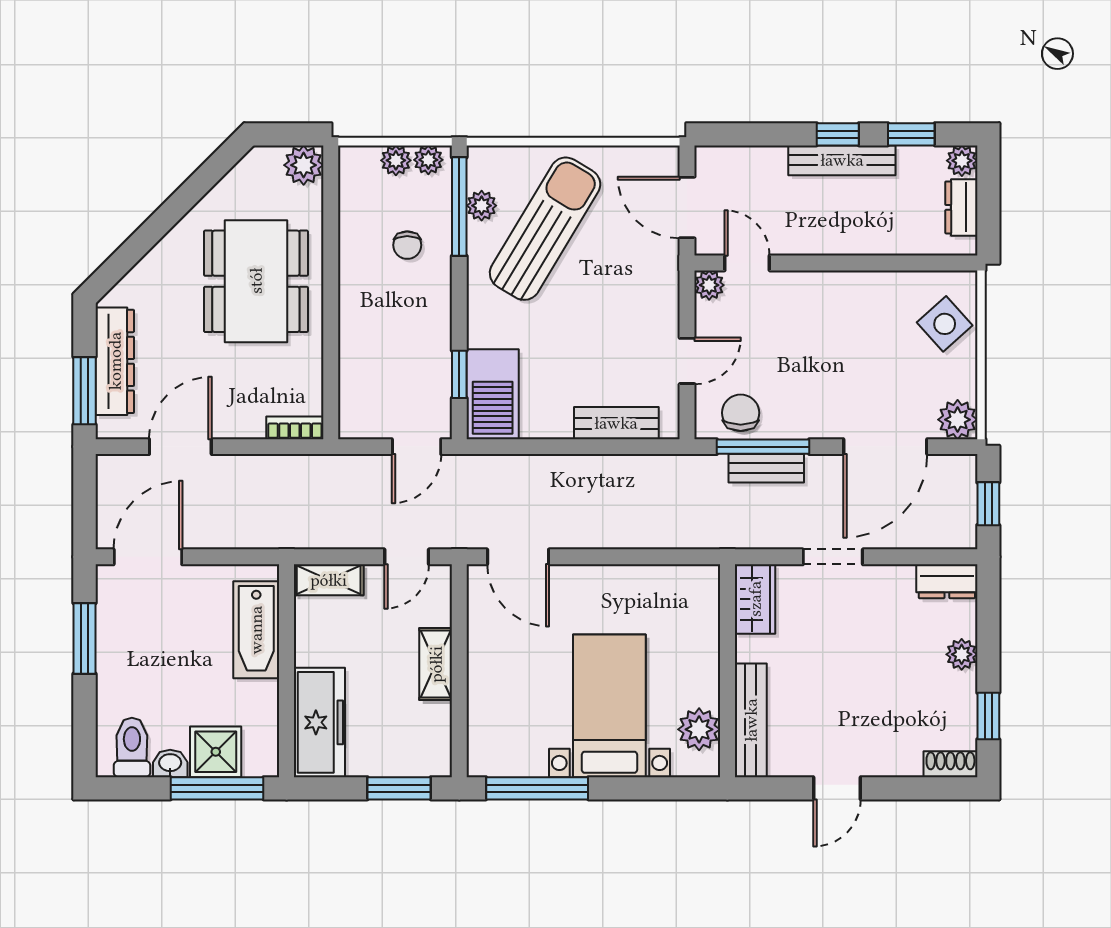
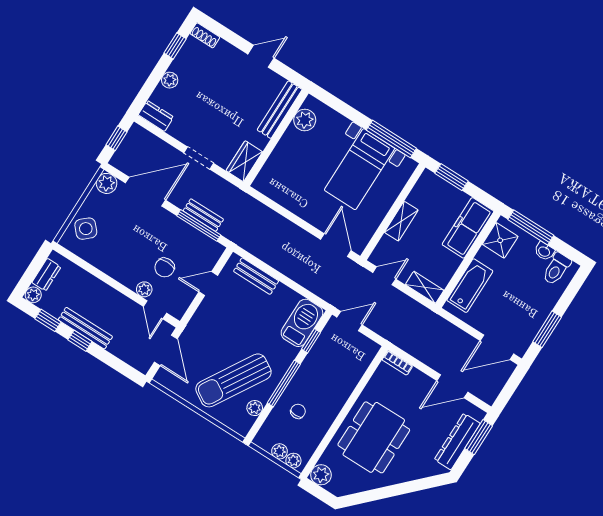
plant: (428, 160) -> (293, 461), moved
window: (459, 207) -> (284, 384), moved
plant: (709, 285) -> (144, 289), moved
chair: (741, 413) -> (165, 267), moved
bed with nightstands: (609, 706) -> (359, 169), moved
shower: (216, 752) -> (500, 240), moved

